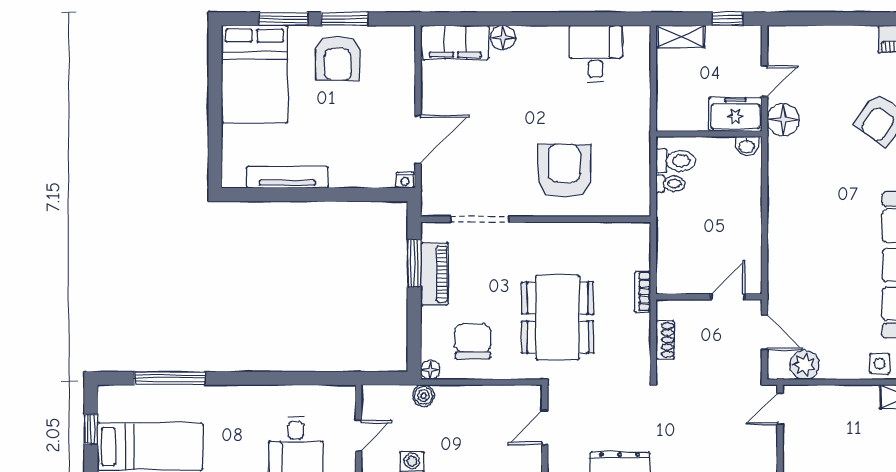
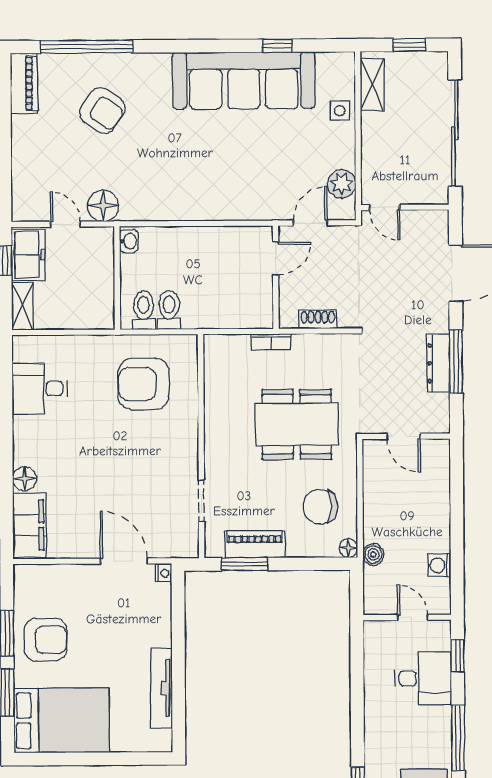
freezer: (735, 114) -> (28, 255), moved, turned 180
armchair: (564, 171) -> (144, 384), moved
toilet: (670, 184) -> (169, 310), width x1.37, depth x1.39
doorway: (480, 219) -> (201, 501), width x0.73
door: (728, 297) -> (276, 259), swing flipped

